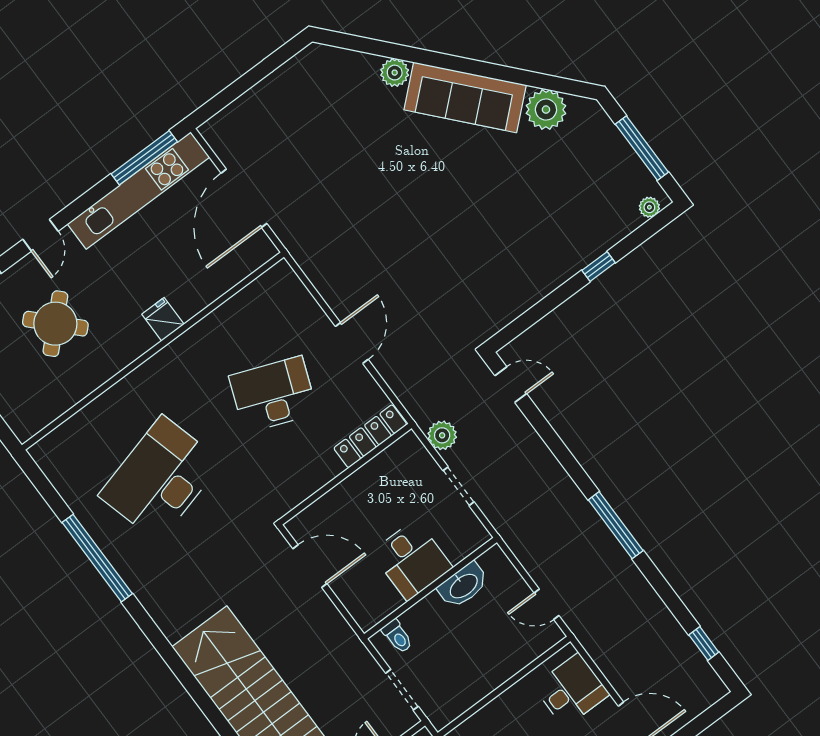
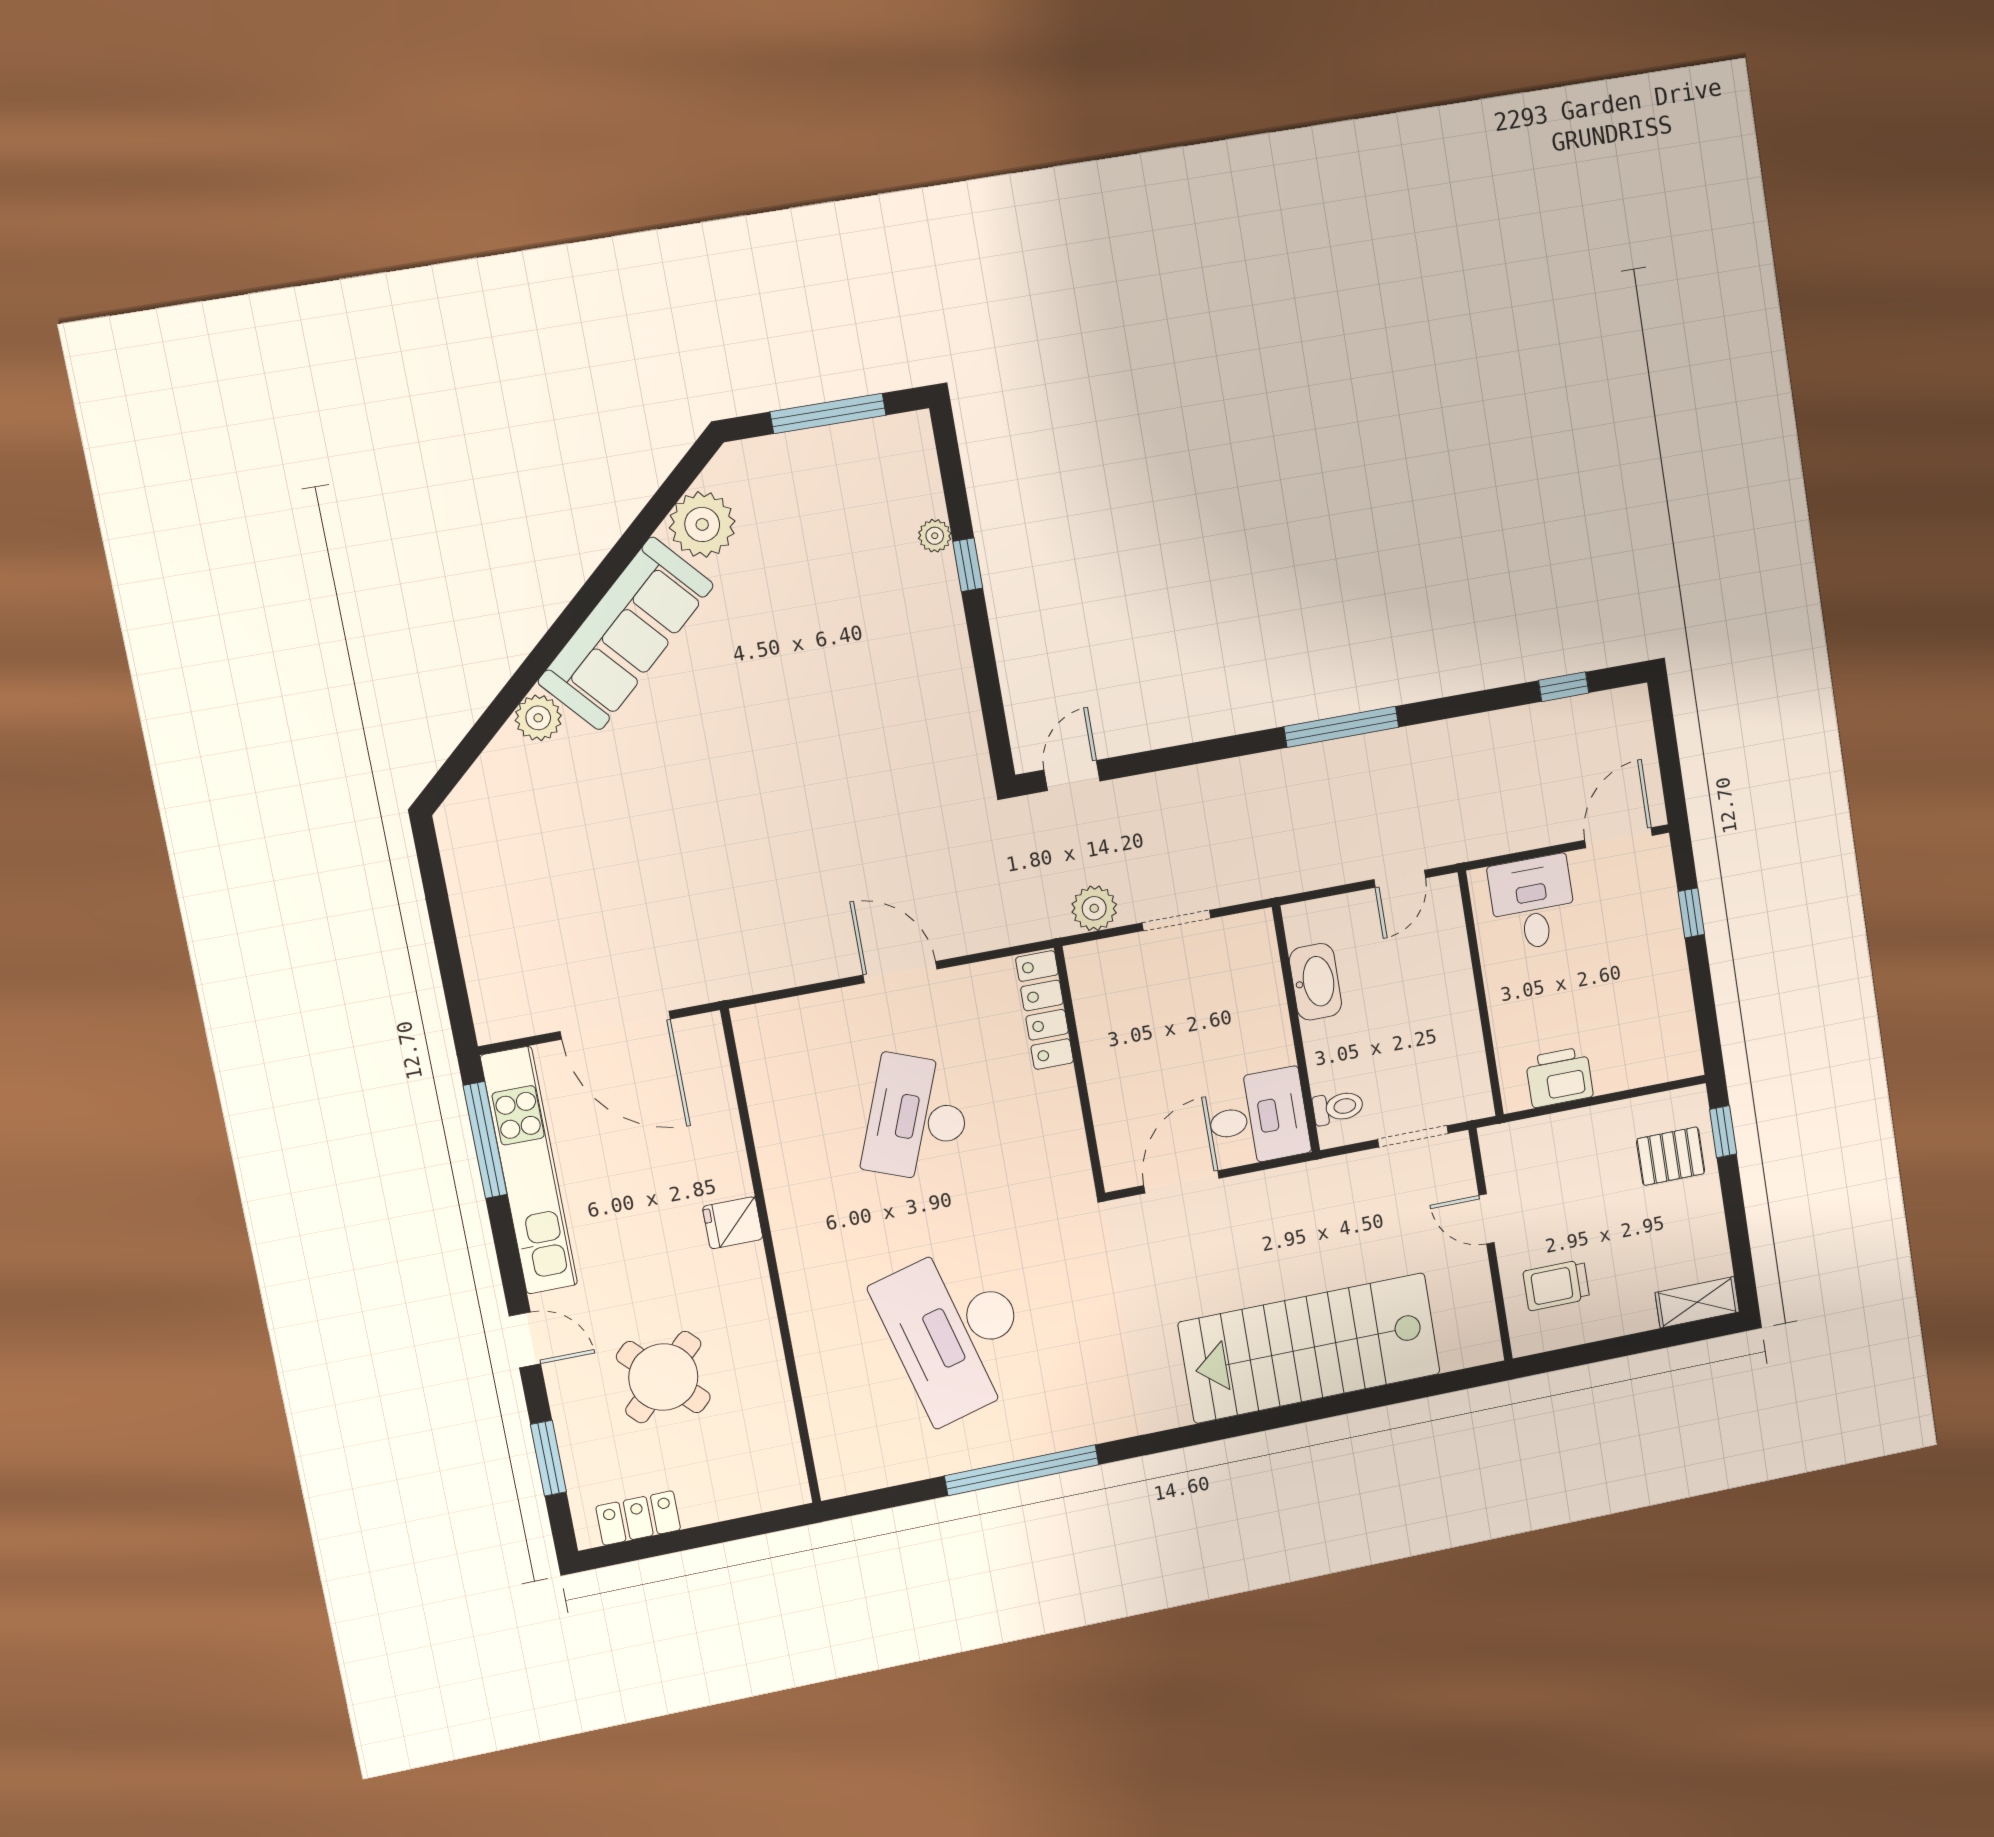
plant: (649, 207) -> (935, 536), moved
desk: (412, 560) -> (1258, 1118), moved

